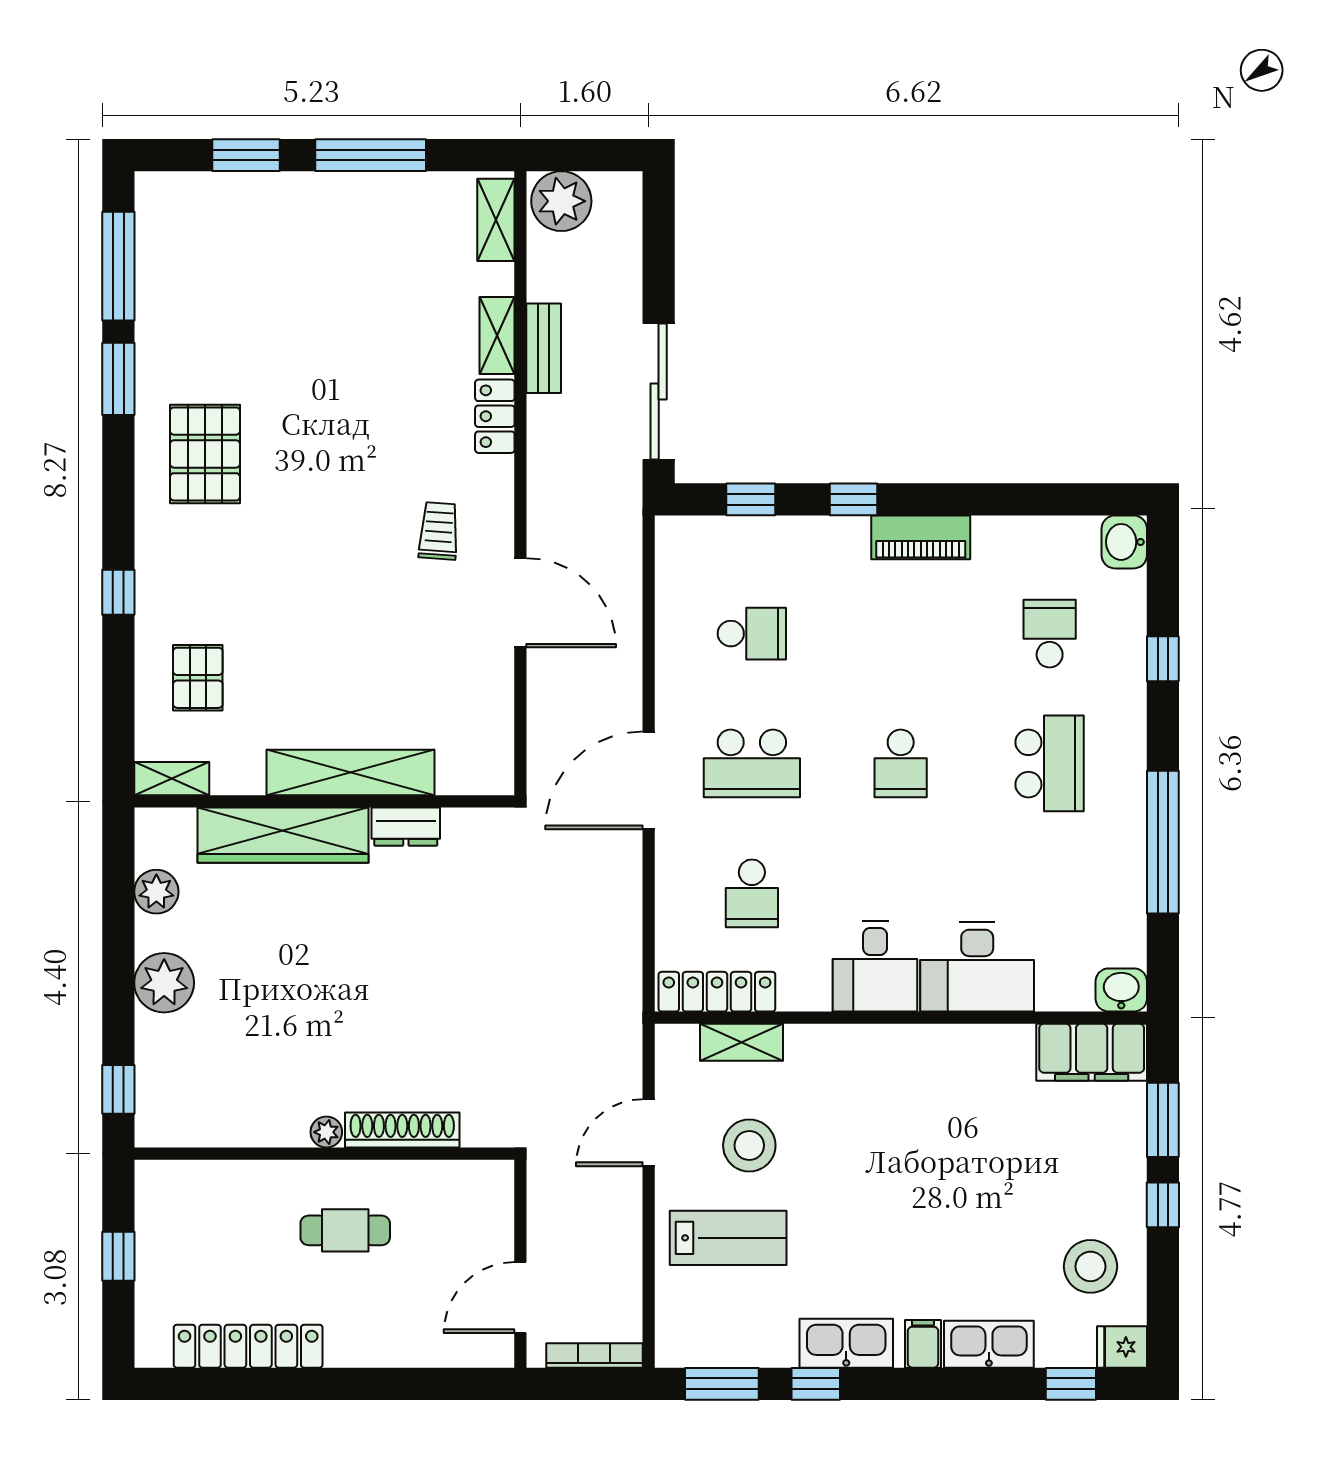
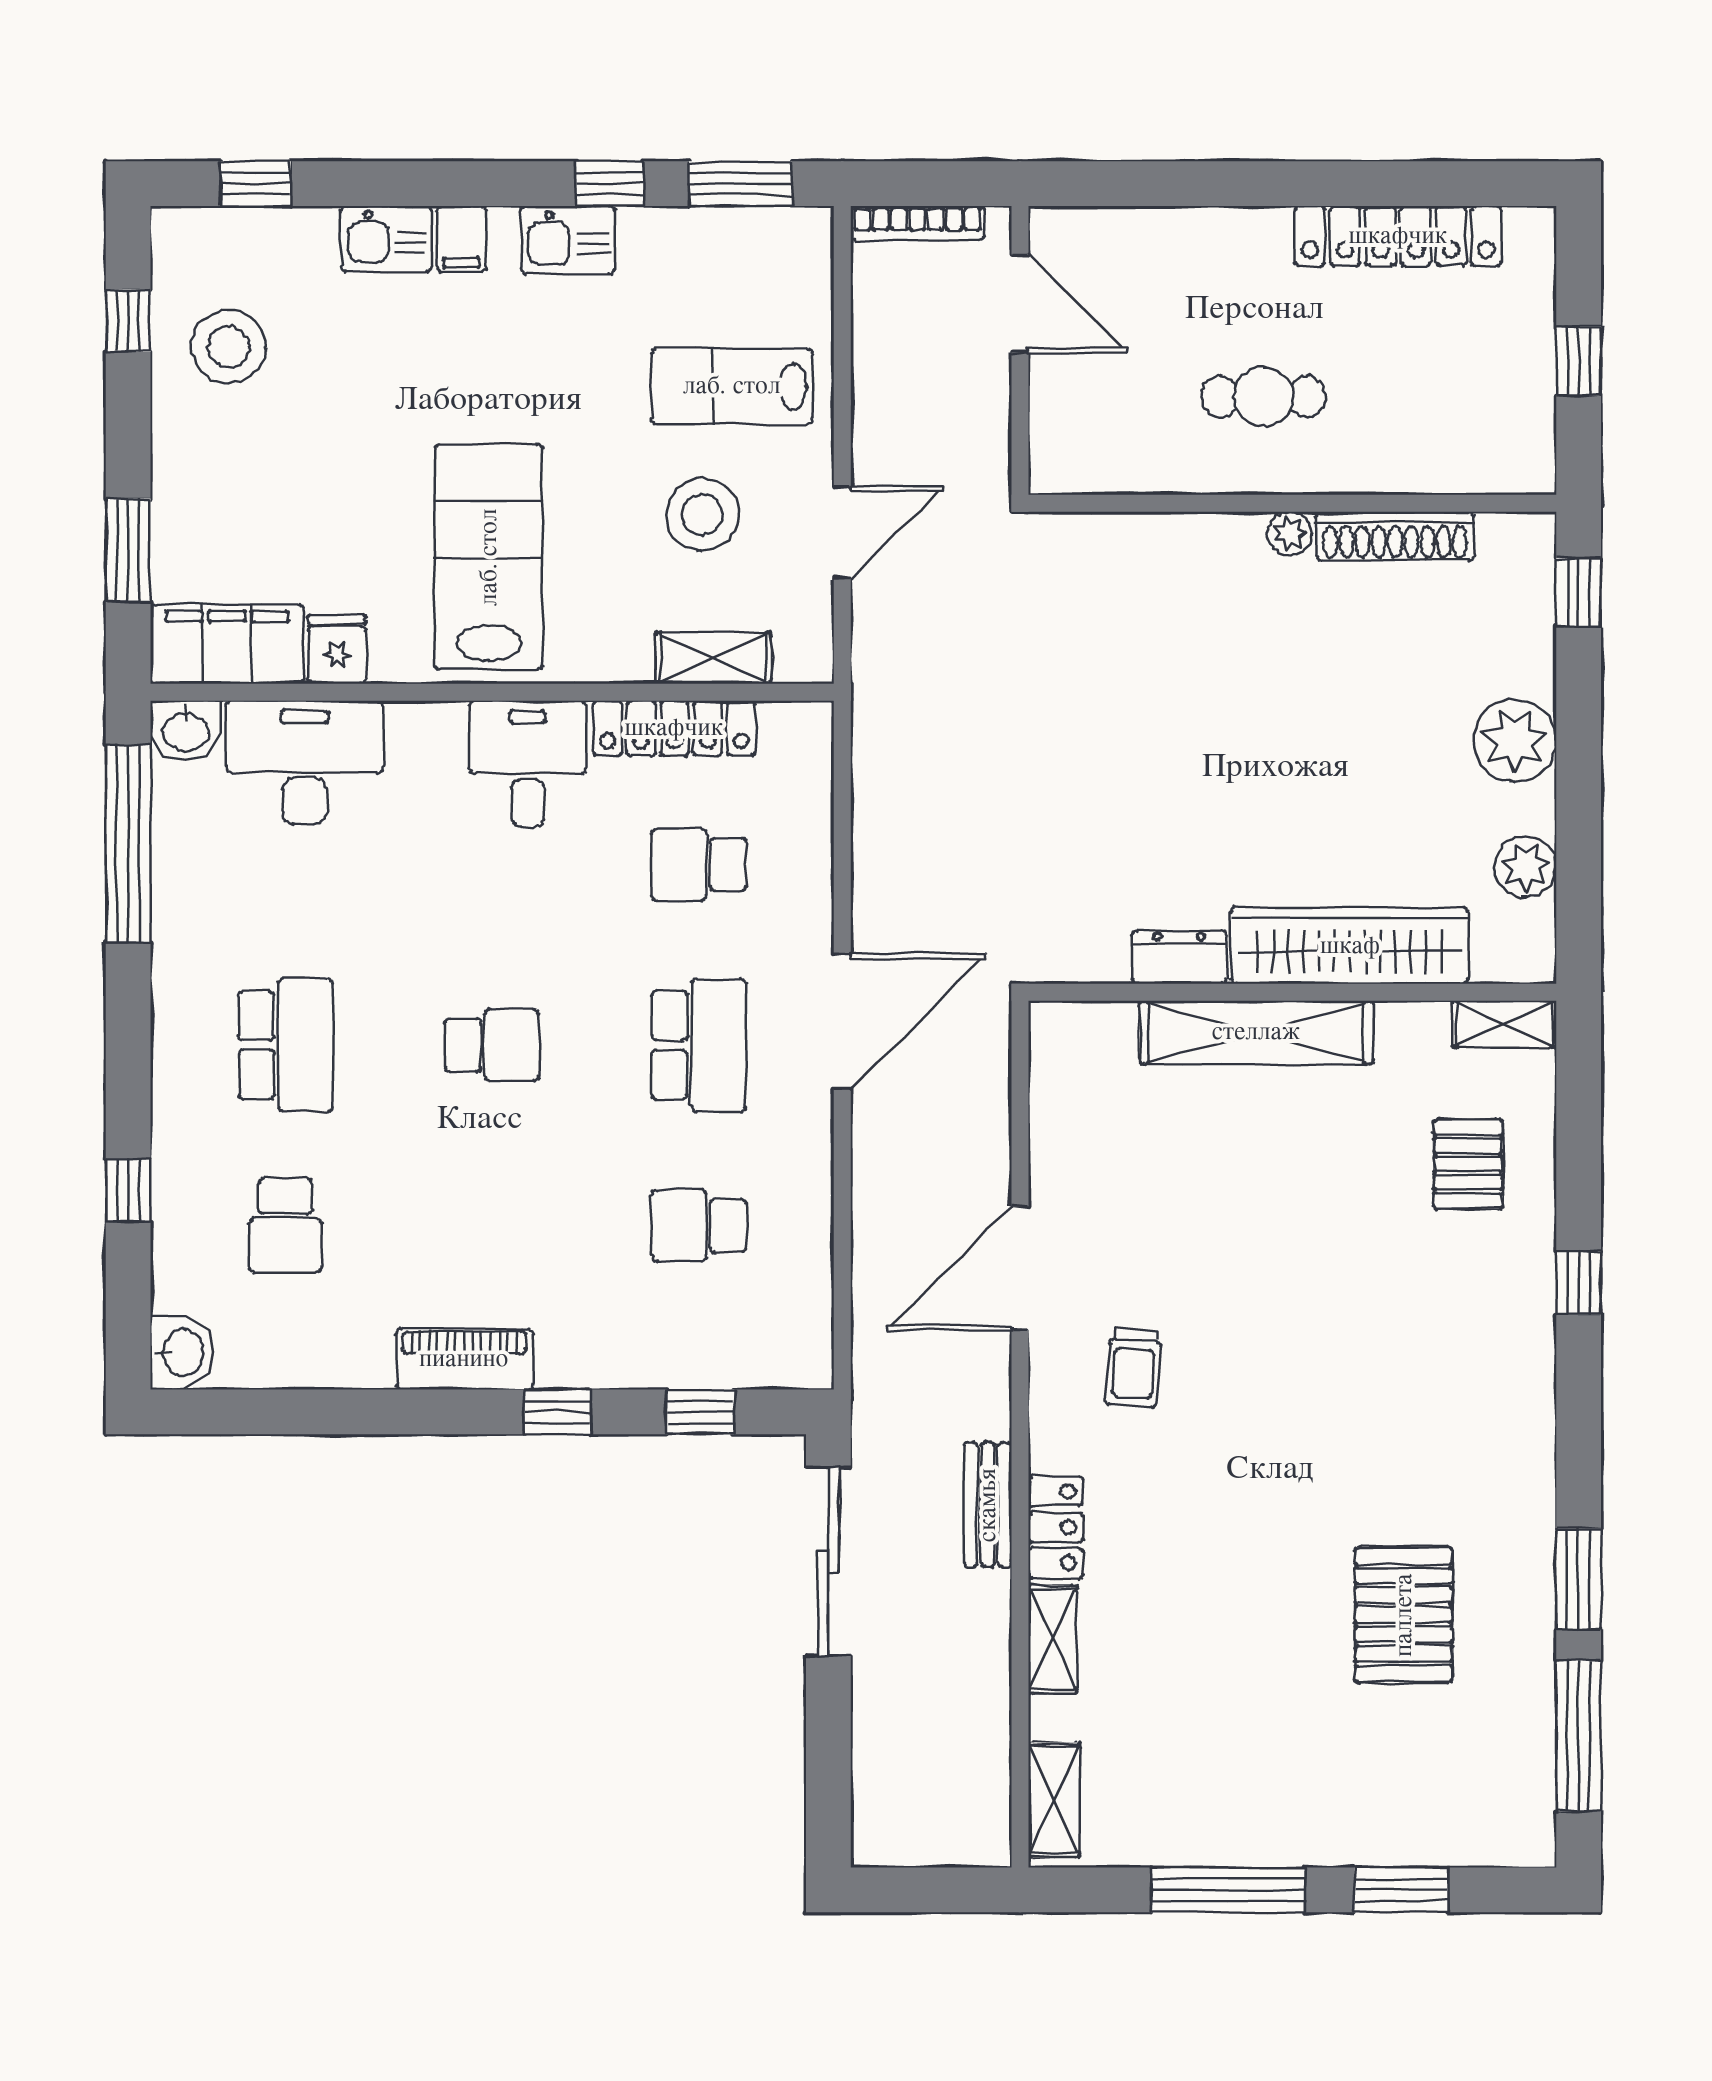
plant: (561, 201) -> (963, 1826), removed
bench: (544, 348) -> (988, 1505), moved
pallet: (205, 454) -> (1404, 1615), moved
door: (520, 603) -> (1020, 1268), hinge flipped
school desk: (752, 763) -> (699, 1045), turned 90
school desk: (901, 763) -> (492, 1045), turned 90
school desk: (1050, 763) -> (285, 1045), turned 180
window: (1163, 842) -> (128, 844), moved
school desk: (752, 893) -> (699, 865), turned -90
desk: (977, 967) -> (305, 762), moved
locker: (717, 992) -> (674, 728), moved
lab bench: (903, 1115) -> (489, 557), added
shoe rack: (402, 1130) -> (1395, 536), moved
window: (1163, 1205) -> (128, 321), moved
door: (520, 1298) -> (1020, 303), hinge flipped
kitchen sink: (846, 1343) -> (568, 240), width x0.73
kitchen sink: (989, 1344) -> (387, 239), width x0.73
fridge: (1122, 1347) -> (337, 649), moved, turned -90

